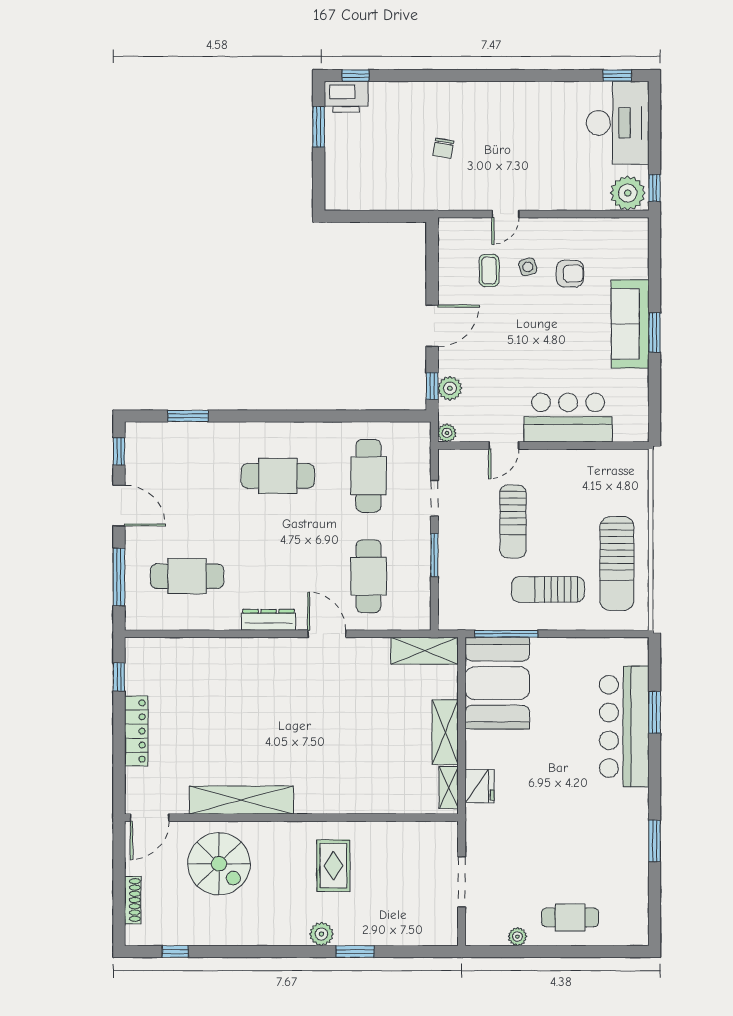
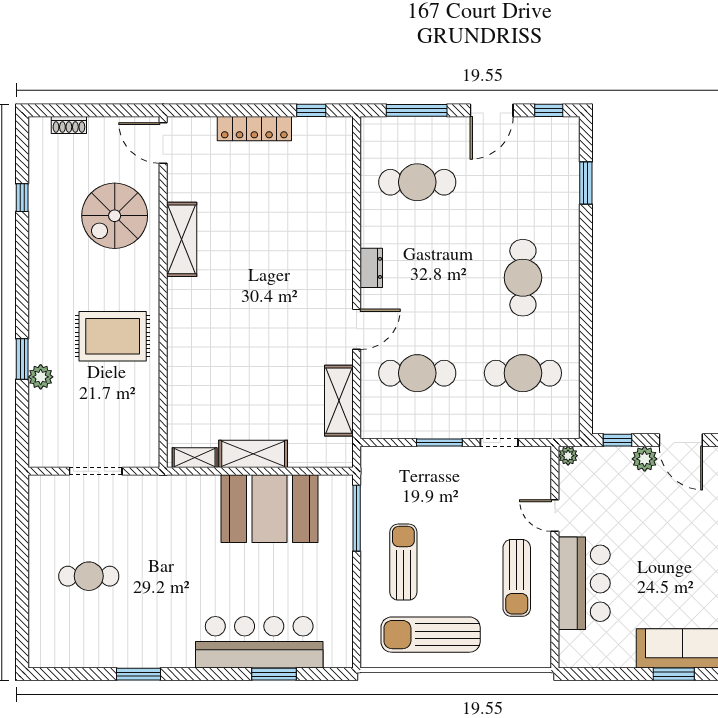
plant: (450, 388) -> (645, 459), moved
sun lounger: (513, 521) -> (517, 578), moved, turned -90
cafe table: (187, 576) -> (417, 182), turned 90
dresser: (268, 620) -> (371, 268), width x0.70
shelving: (425, 651) -> (339, 401), moved
booth: (497, 683) -> (269, 509), moved
fridge: (479, 786) -> (196, 490), removed
shelving: (241, 800) -> (182, 239), width x0.68
rug: (333, 866) -> (113, 336), width x1.36, depth x1.43
shoe rack: (133, 900) -> (69, 125), width x0.70
cafe table: (570, 917) -> (89, 576), moved, turned 90
plant: (321, 934) -> (41, 377), moved
plant: (517, 937) -> (38, 530), removed
window: (175, 952) -> (22, 198), moved

